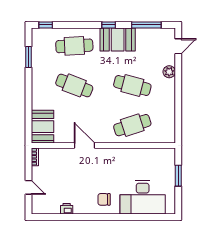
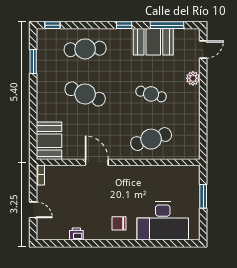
booth: (118, 39) -> (153, 42), moved
cafe table: (132, 85) -> (151, 94), width x0.73, depth x0.74

